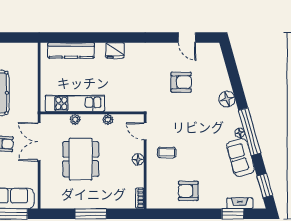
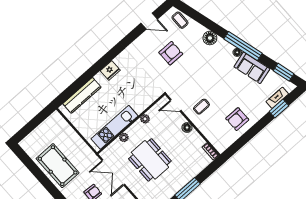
coffee table: (215, 60) -> (180, 20), added

